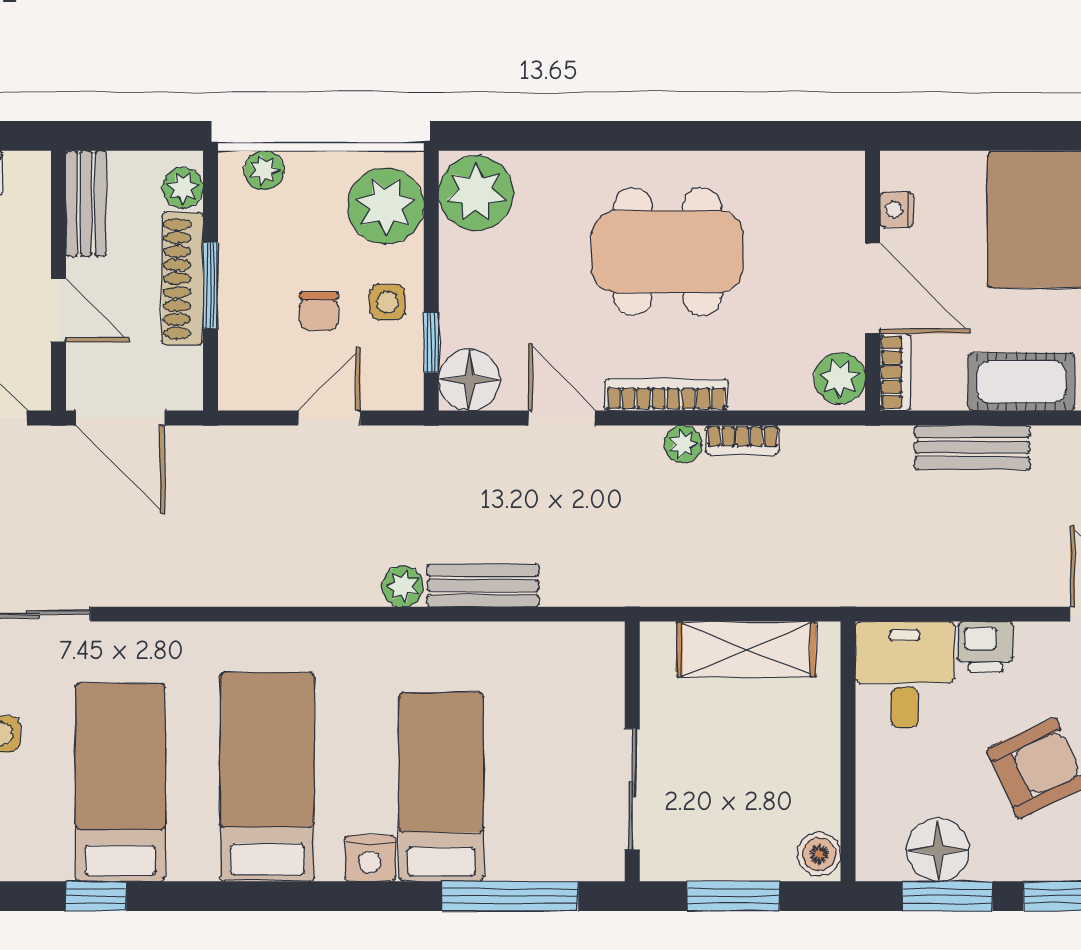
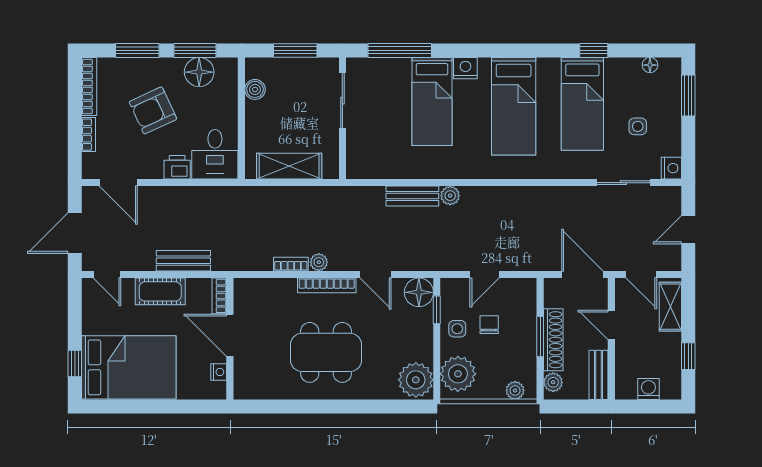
plant: (840, 378) -> (245, 293), removed
boiler: (819, 854) -> (255, 89), moved

